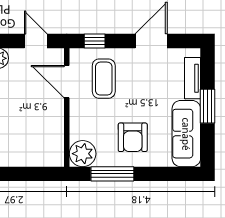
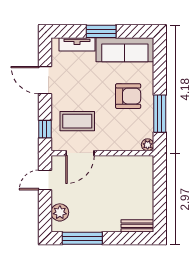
plant: (83, 154) -> (148, 145), width x0.53, depth x0.53

